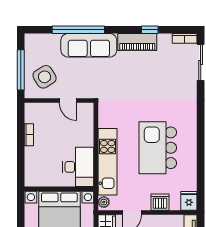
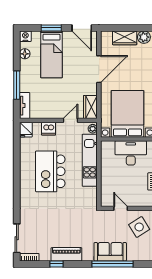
sofa: (89, 45) -> (110, 252), width x0.73
kitchen island: (158, 148) -> (50, 171), turned 180
desk: (78, 167) -> (131, 153), moved, turned 90

